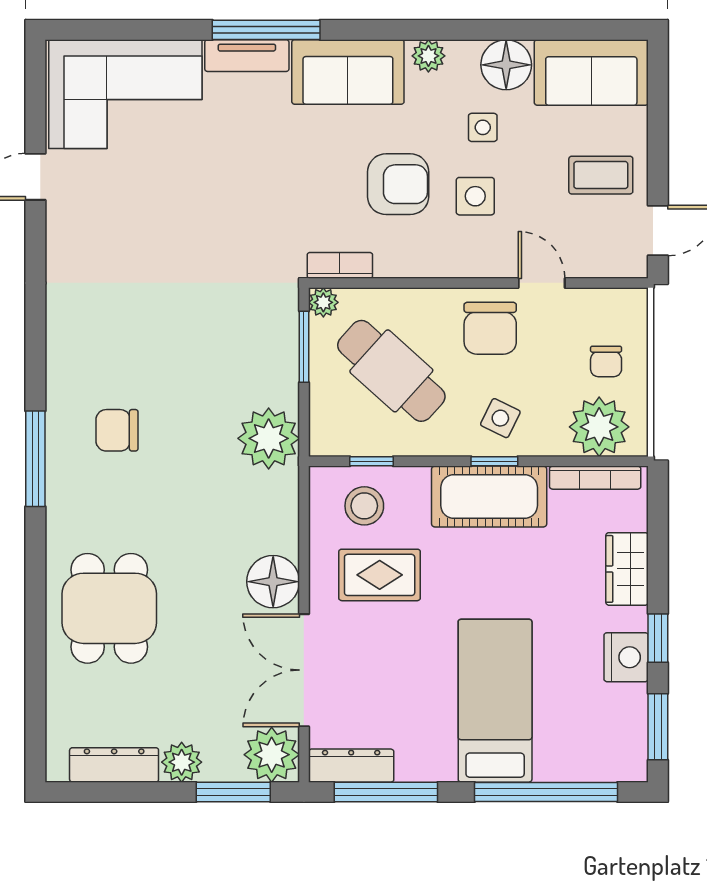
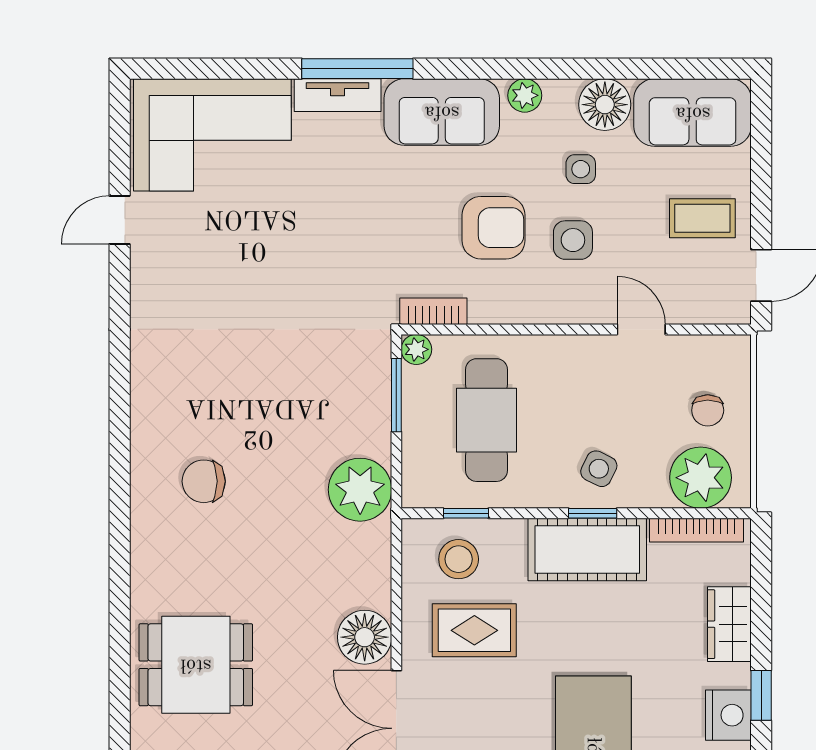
chair: (490, 328) -> (588, 376), removed
cafe table: (391, 371) -> (486, 420), turned 48
window: (35, 459) -> (120, 511), removed
dining table: (109, 608) -> (196, 665), turned 90

